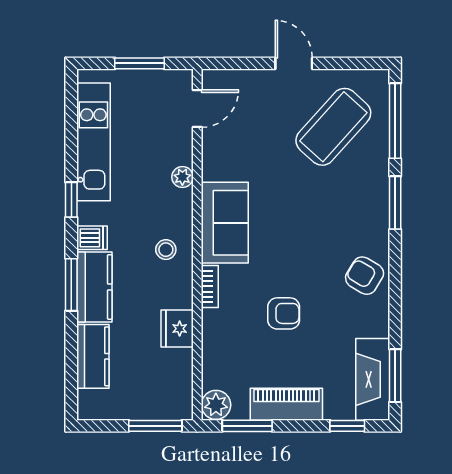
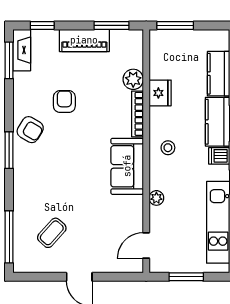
coffee table: (333, 127) -> (52, 233), width x0.54, depth x0.58
window: (395, 203) -> (9, 150), moved
bookcase: (210, 286) -> (137, 114), width x1.56
armchair: (284, 313) -> (64, 102), moved, turned 90
fireplace: (373, 379) -> (22, 50), width x0.73, depth x0.76
plant: (216, 405) -> (133, 79), moved

